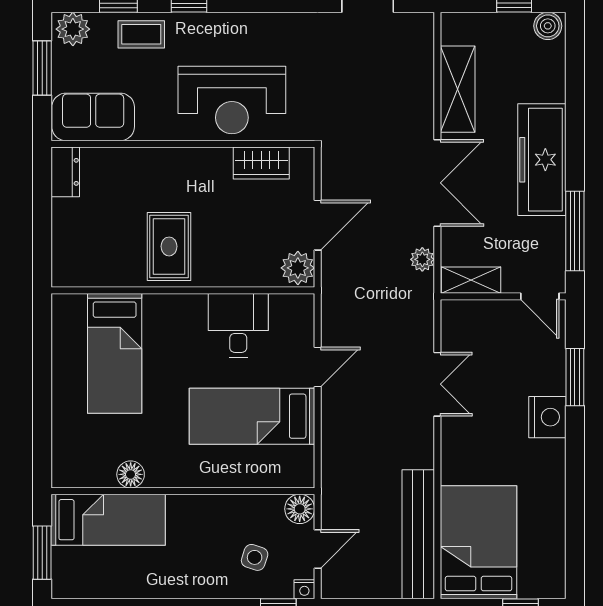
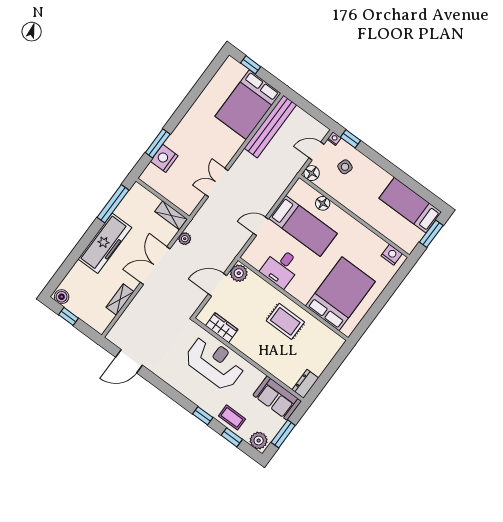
shelving: (458, 89) -> (120, 299), width x0.67, depth x0.75
rug: (169, 246) -> (285, 321), turned 90
door: (540, 296) -> (147, 187), removed
bed: (115, 353) -> (340, 294), width x1.50
nightstand: (547, 417) -> (164, 158), moved
nightstand: (80, 474) -> (392, 255), added
floor lamp: (131, 474) -> (323, 203), moved
bed: (108, 520) -> (410, 205), moved

